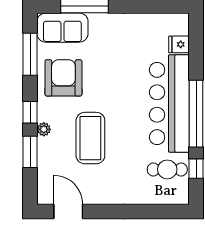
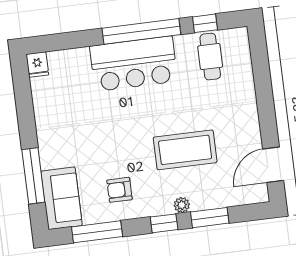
fridge: (179, 44) -> (37, 65), moved
armchair: (63, 78) -> (119, 190), width x0.53, depth x0.53
bar counter: (169, 104) -> (134, 64), width x0.73

